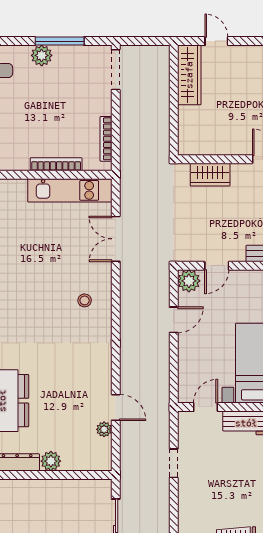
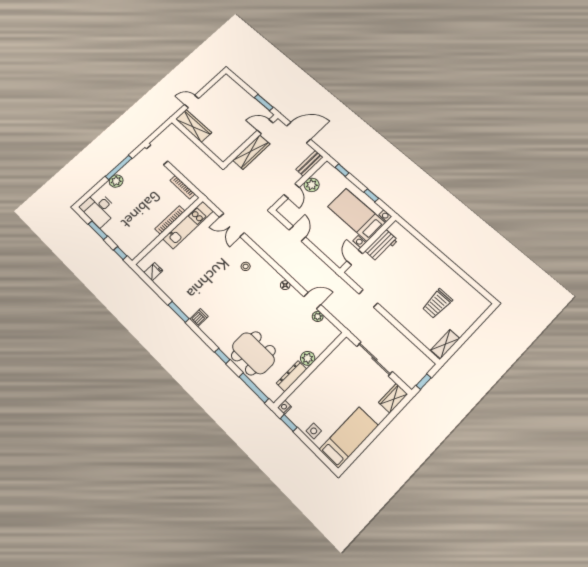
wardrobe: (210, 175) -> (251, 152), width x1.50
plant: (189, 281) -> (312, 185), moved
floor lamp: (105, 363) -> (285, 285), added

